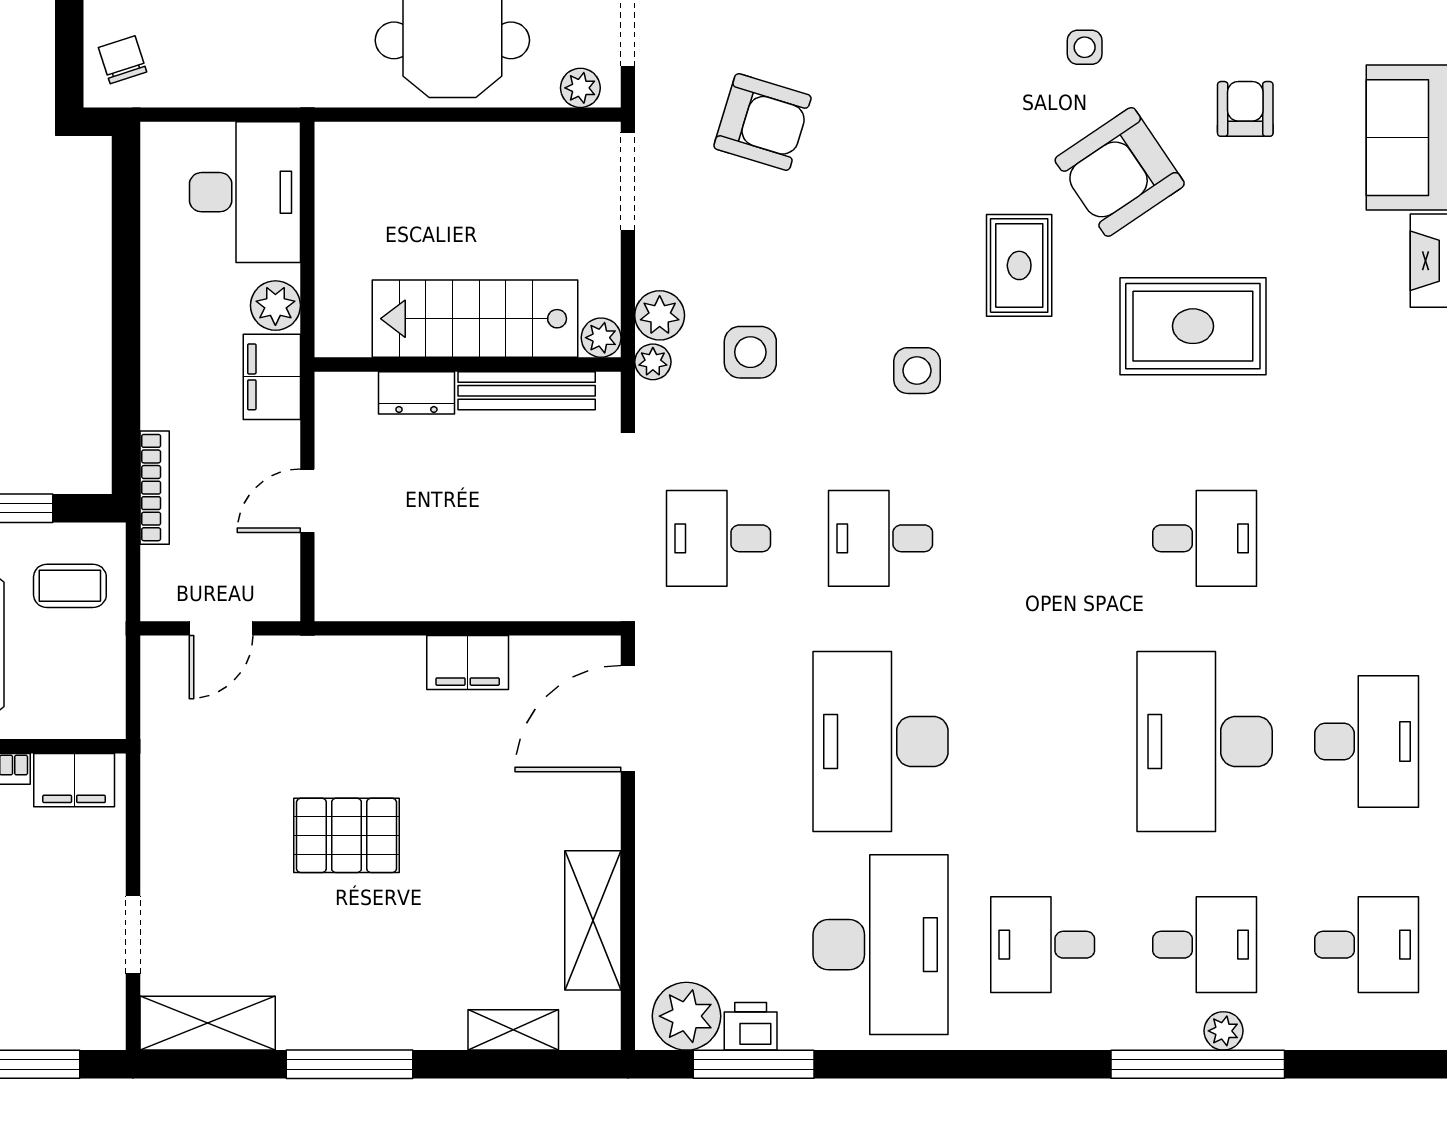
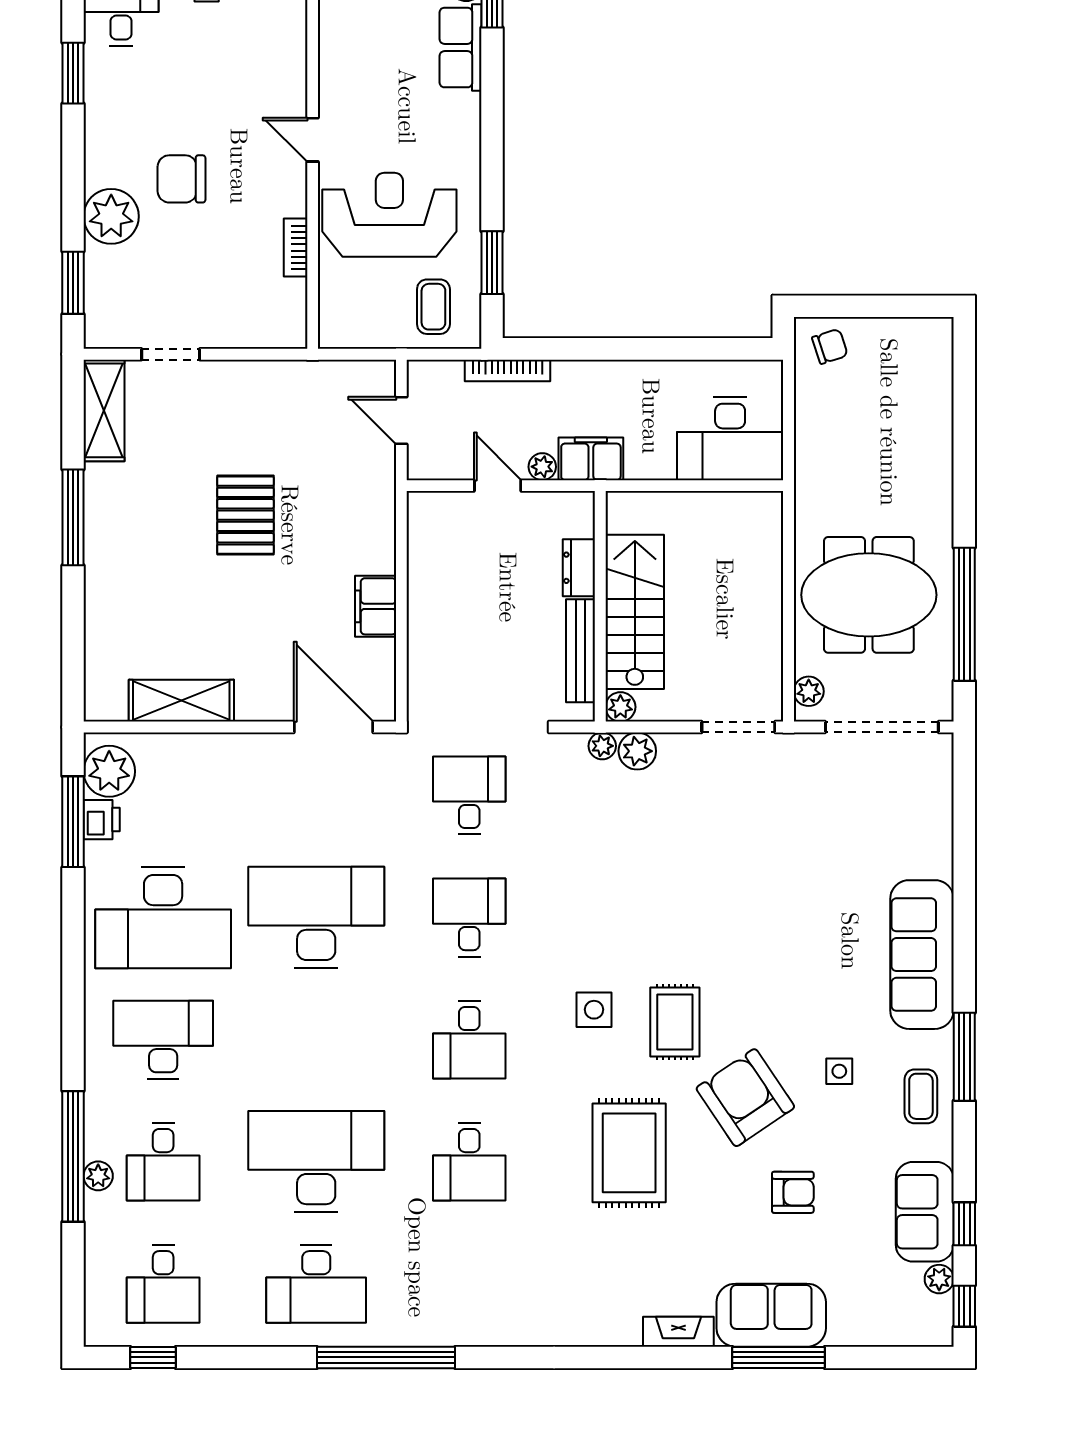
armchair: (762, 122) -> (783, 829), removed
rug: (1019, 265) -> (675, 1022), turned 90
plant: (275, 306) -> (542, 467), moved, width x0.73, depth x0.73
side table: (750, 352) -> (610, 819), removed
side table: (917, 371) -> (594, 1010), moved
desk: (1043, 538) -> (469, 1040), added
filing cabinet: (74, 780) -> (287, 310), removed
desk: (1043, 945) -> (163, 1040), width x1.37
shelving: (513, 1030) -> (99, 641), removed

